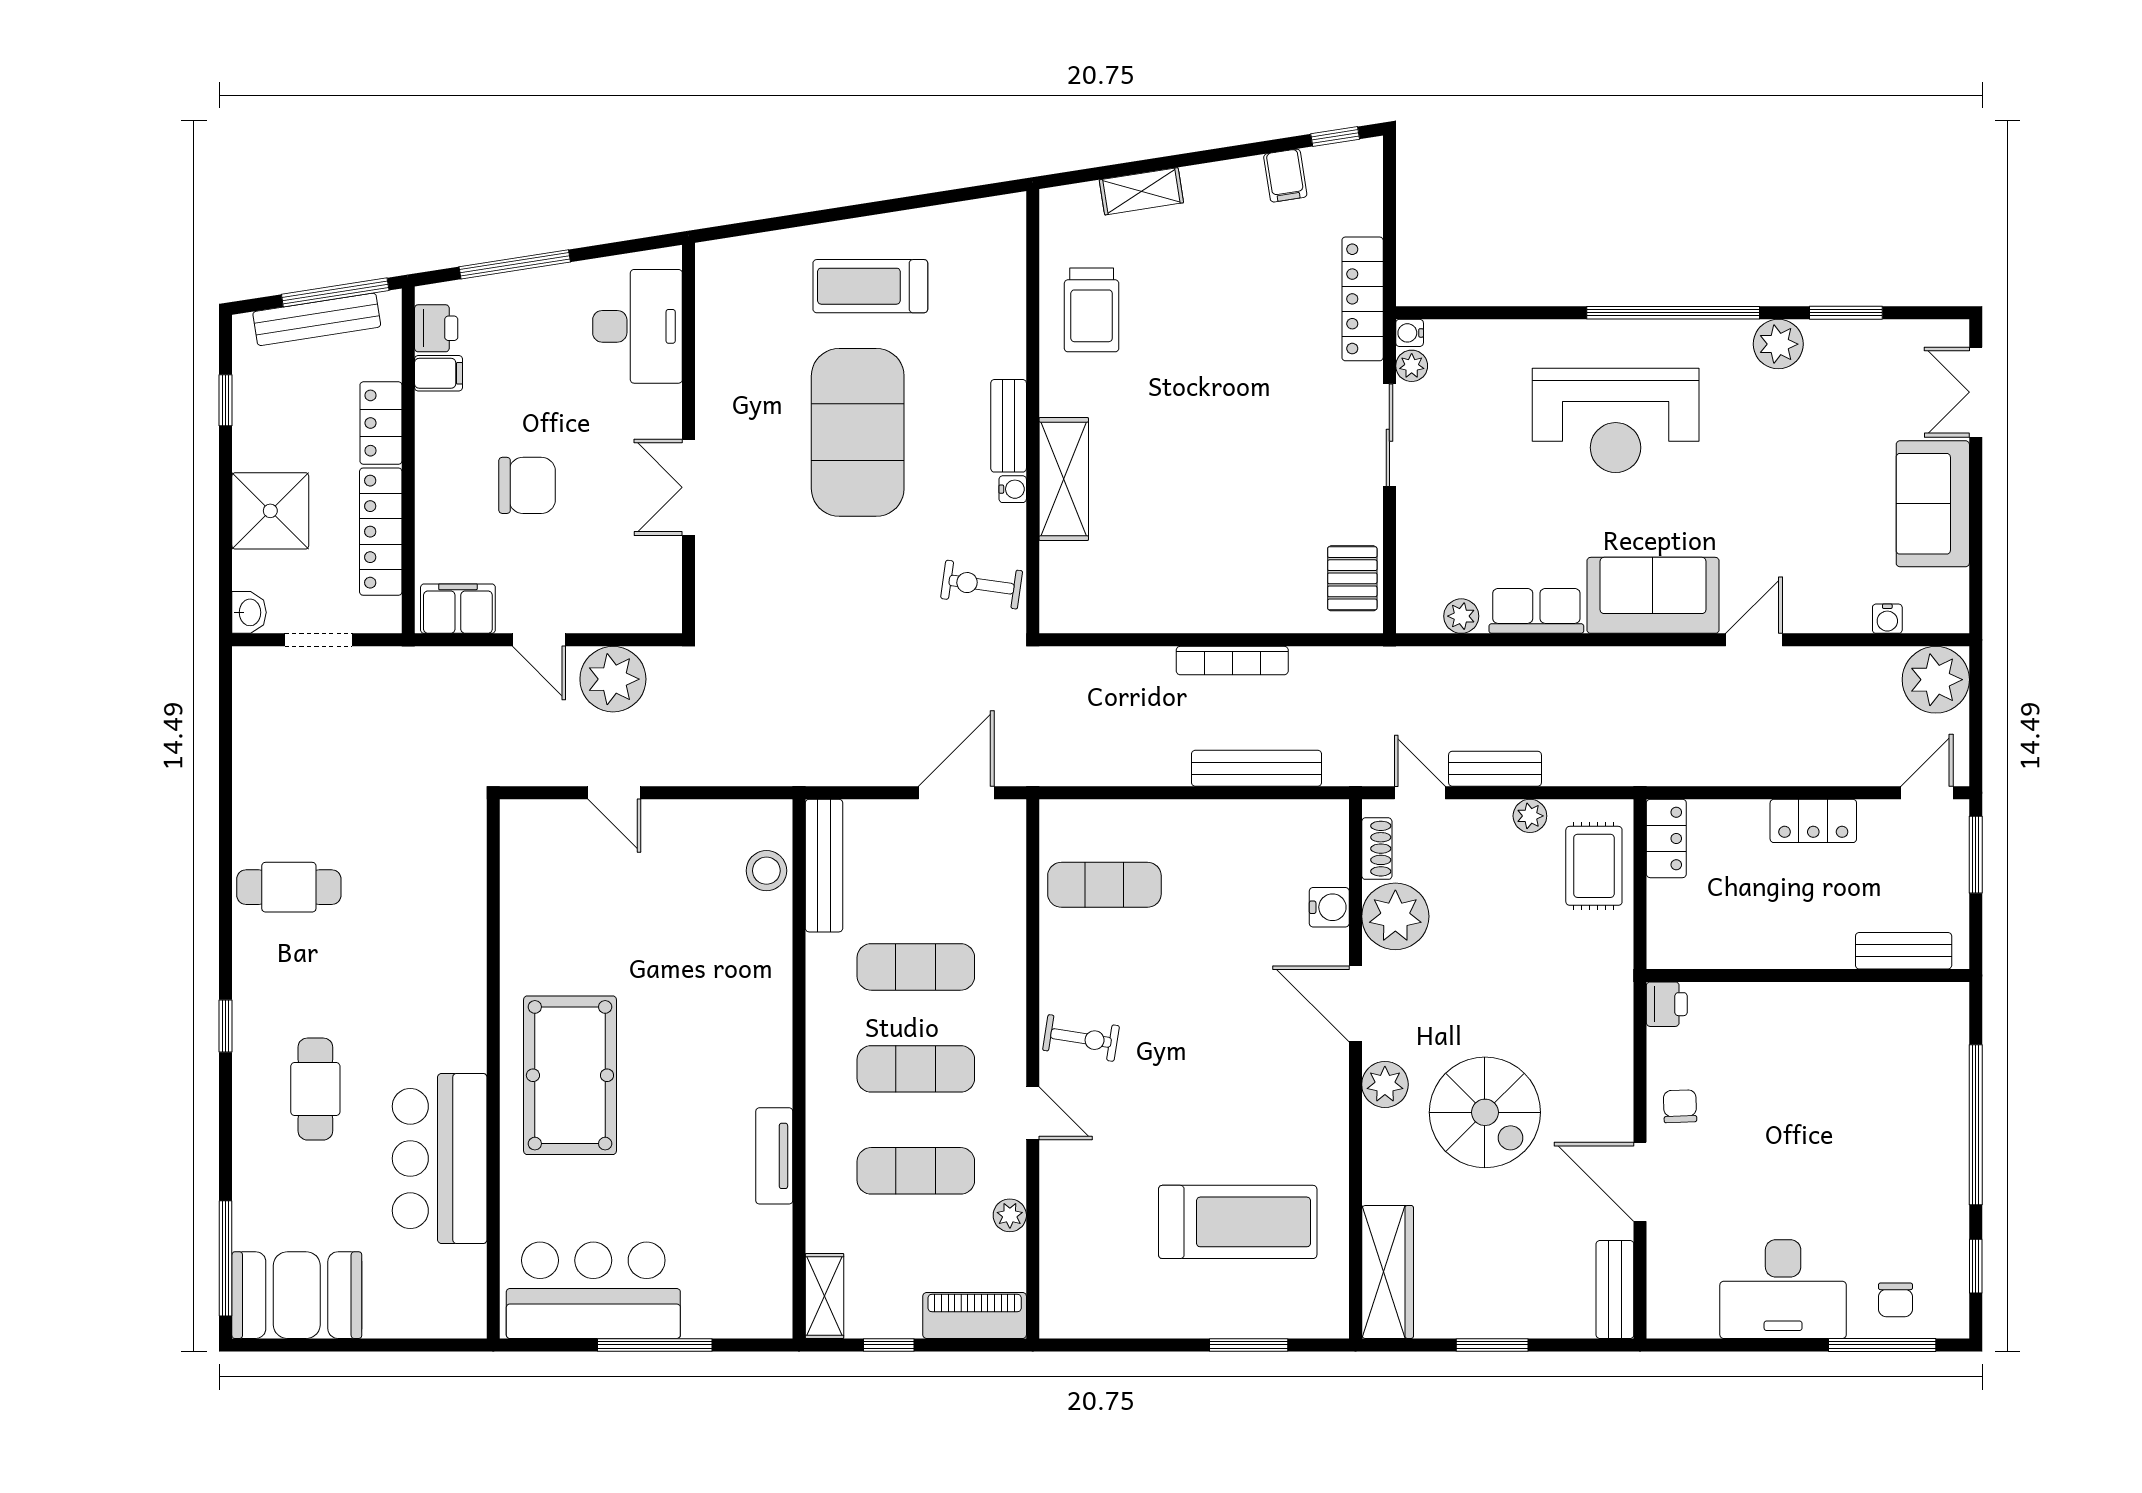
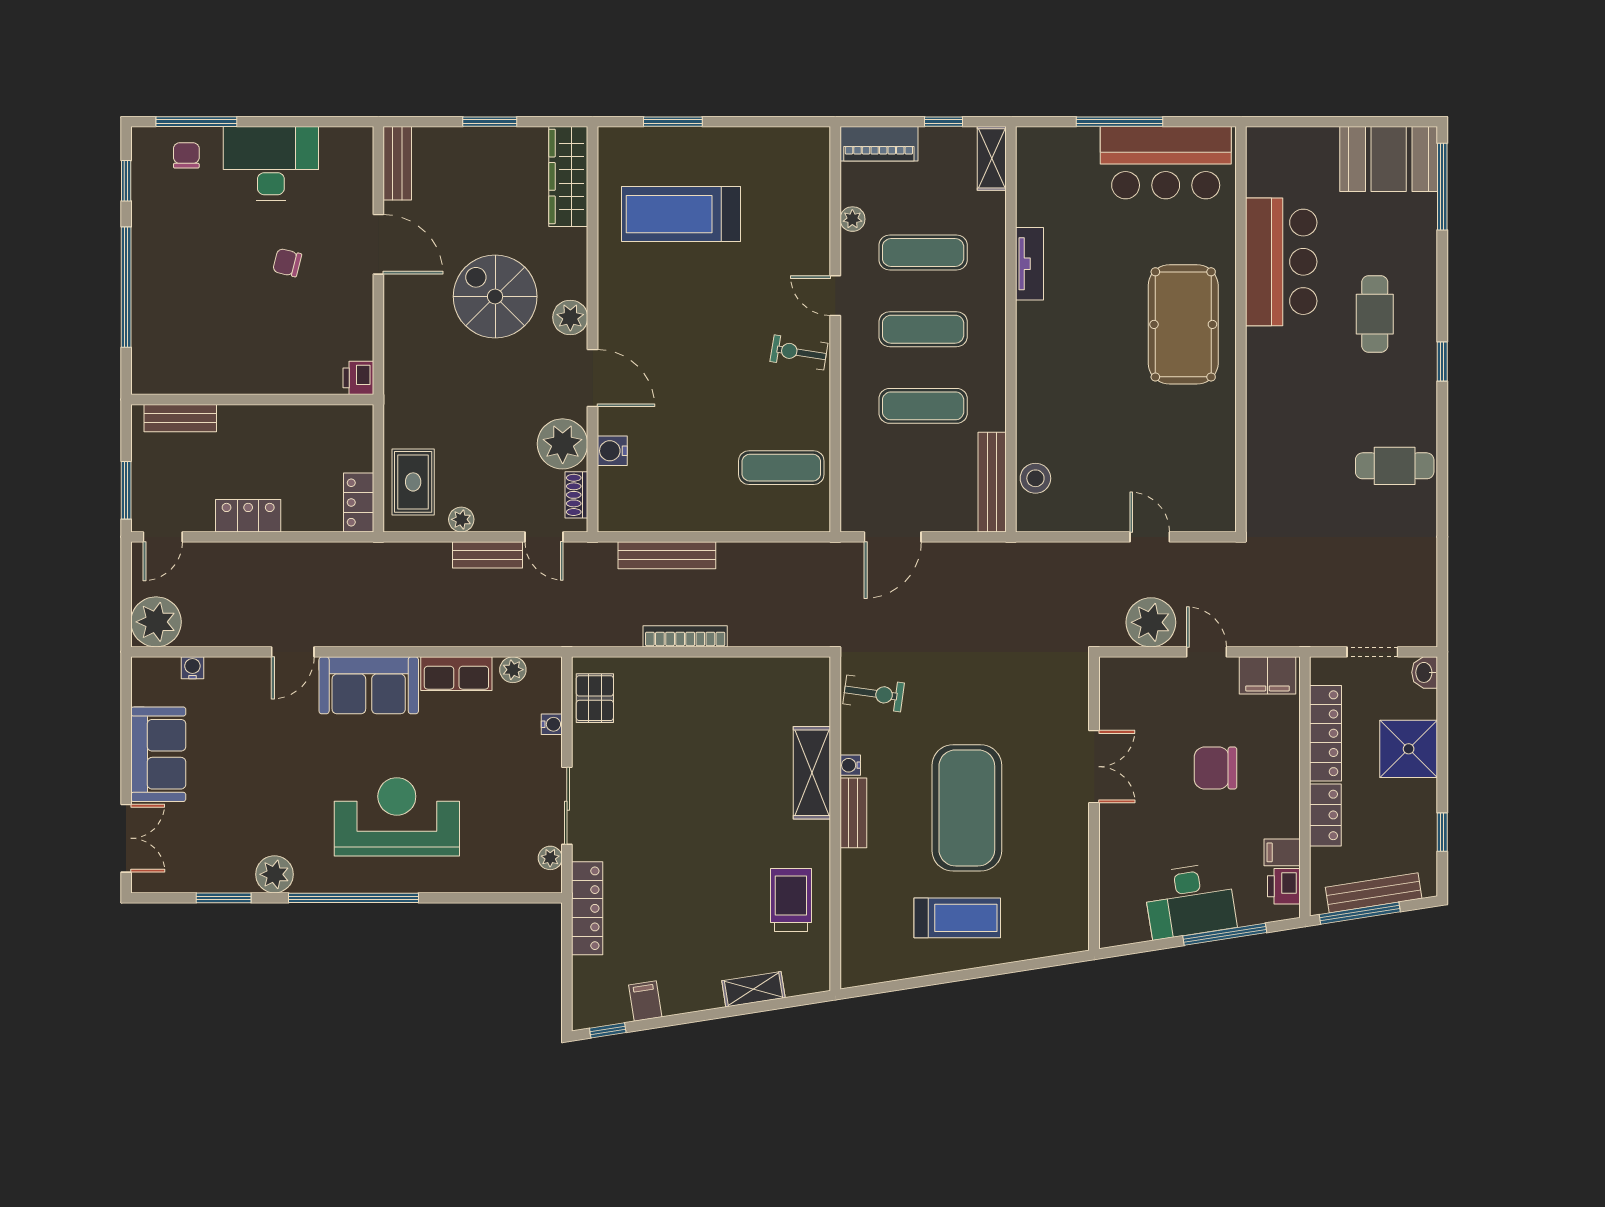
desk: (637, 326) -> (1190, 901), moved, turned -99
water cooler: (1410, 333) -> (552, 724), moved
chair: (1680, 1106) -> (287, 263), moved, turned 106

